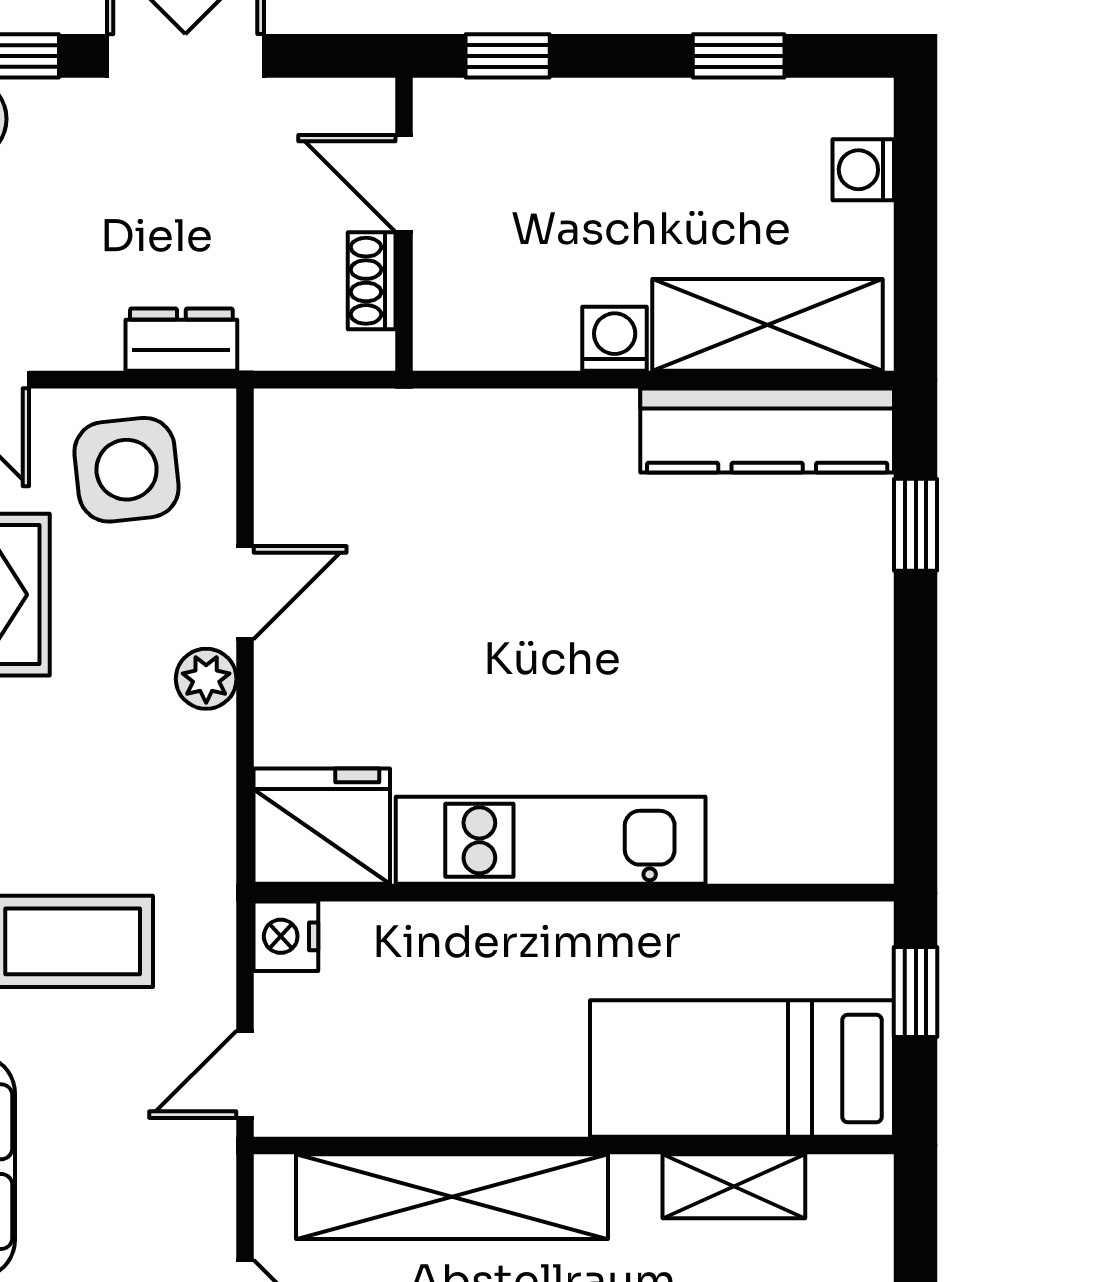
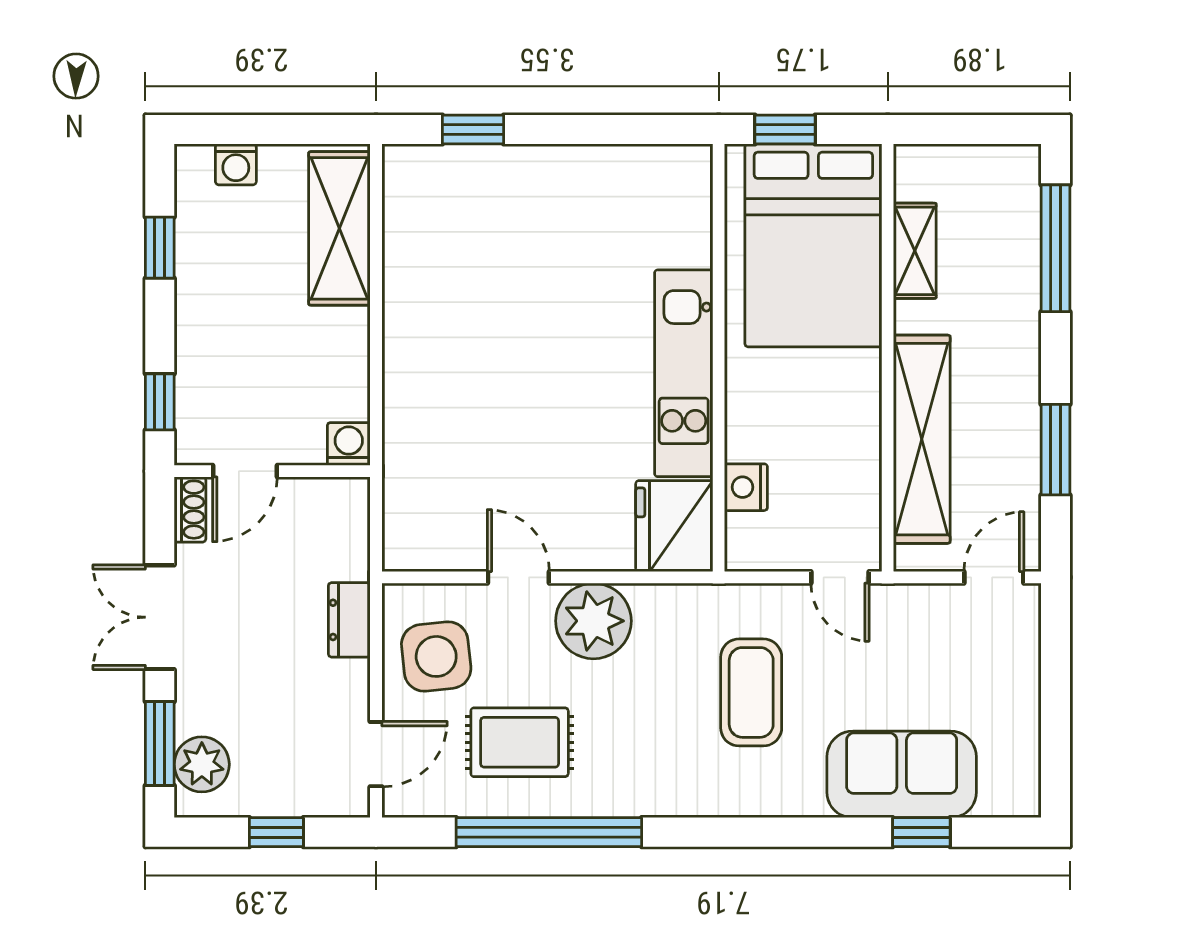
shoe rack: (372, 281) -> (190, 510), moved, turned -90
washing machine: (615, 339) -> (349, 444), moved, turned 90
kitchen counter: (767, 430) -> (410, 229), removed
plant: (206, 679) -> (593, 621), width x1.88, depth x1.88
nightstand: (286, 936) -> (746, 487), moved, turned 90
bed: (742, 1069) -> (813, 245), width x1.50

